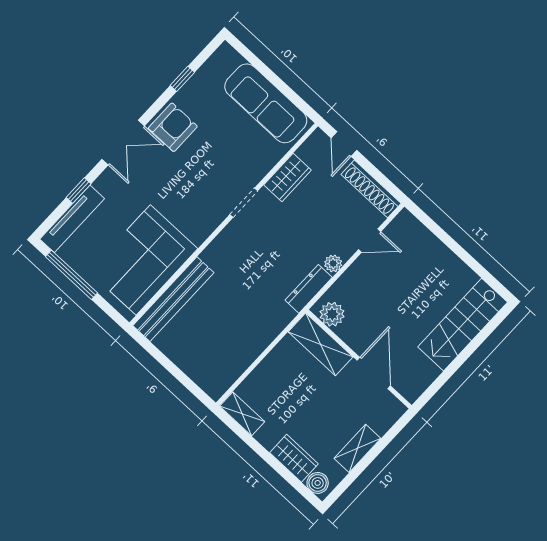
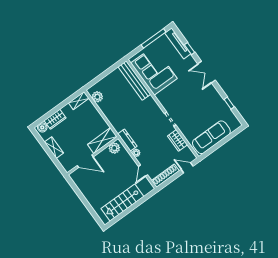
armchair: (173, 127) -> (209, 95), removed
stairs: (463, 325) -> (122, 203), moved, turned -90
plant: (226, 374) -> (97, 97), added

